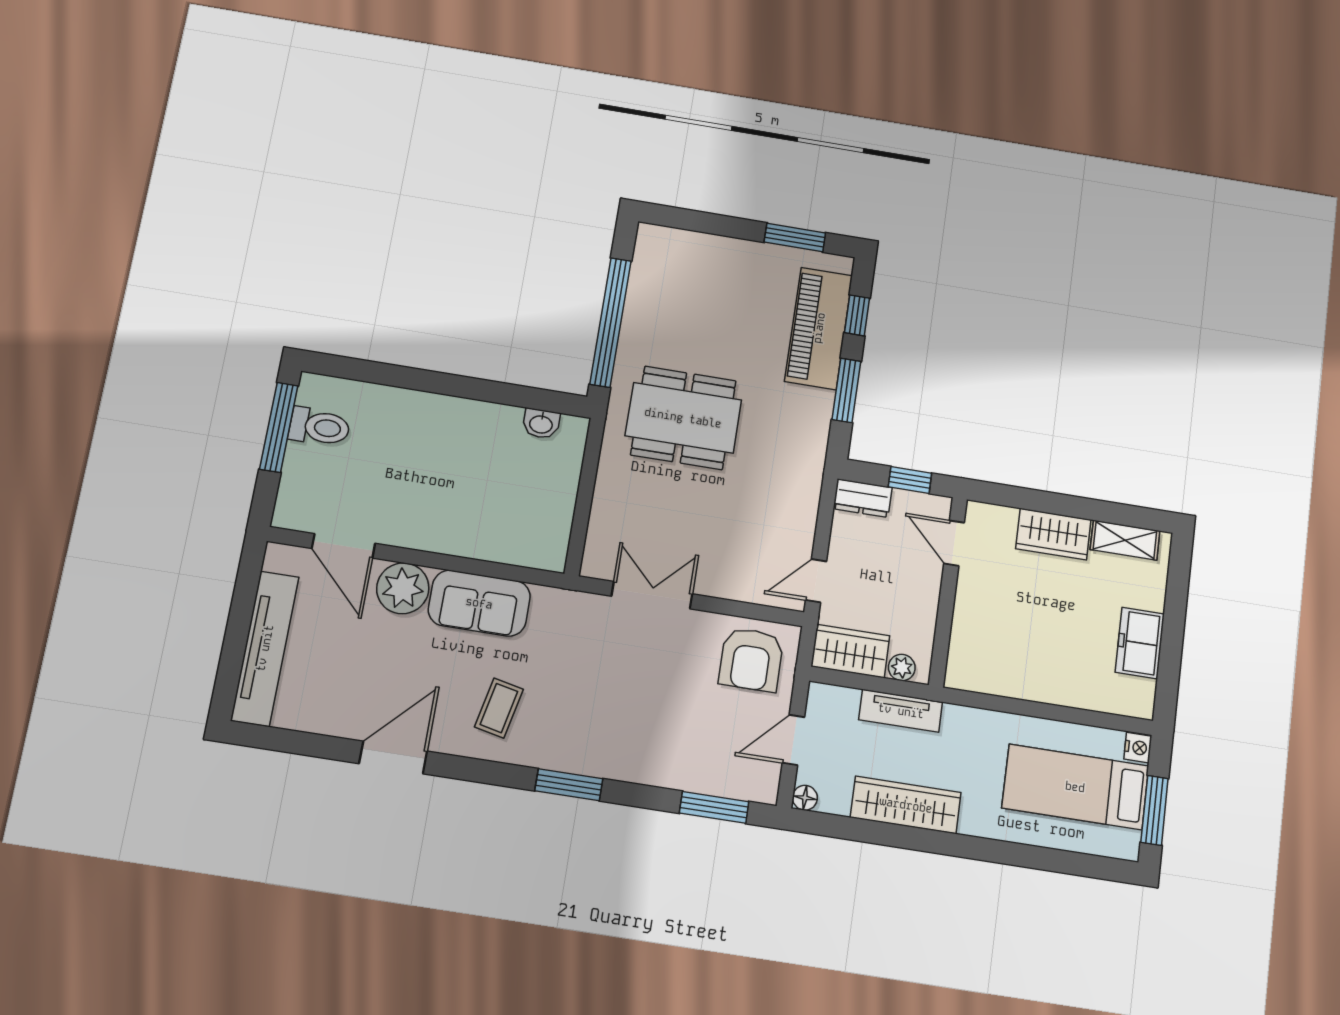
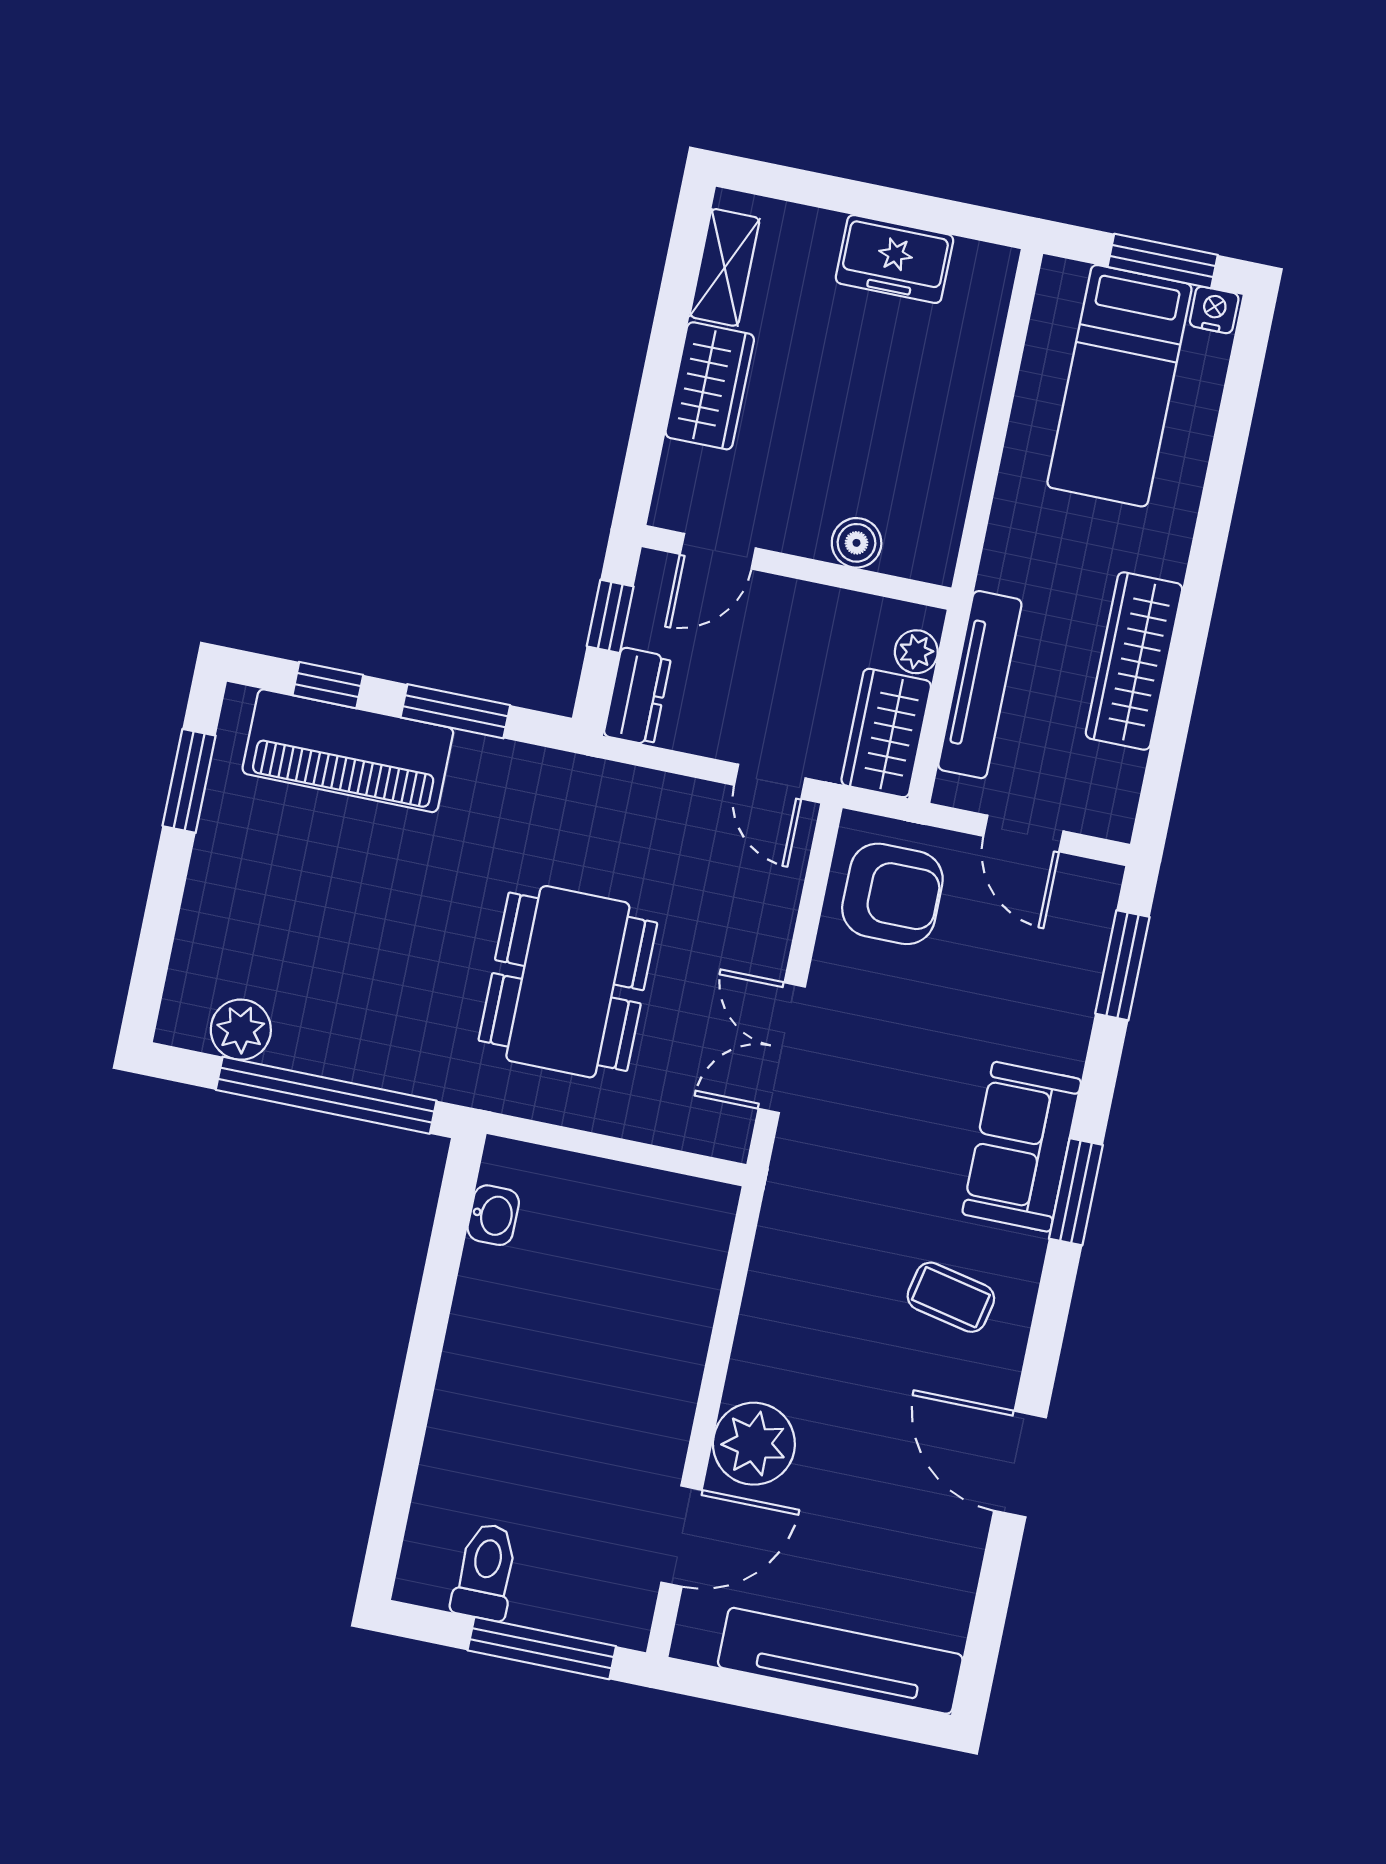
plant: (648, 272) -> (241, 1030), added
dining table: (683, 418) -> (568, 982), moved
window: (279, 427) -> (542, 1648), moved
sofa: (479, 603) -> (1022, 1147), moved, turned 180
boiler: (966, 627) -> (857, 543), added
tv unit: (901, 711) -> (980, 685), width x1.41
nightstand: (1138, 748) -> (1214, 310), moved
floor lamp: (805, 798) -> (1115, 821), removed

